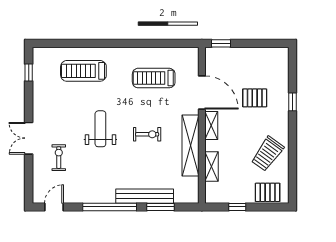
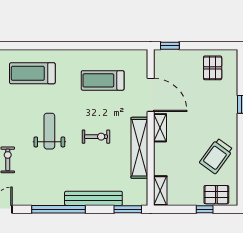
pallet: (255, 98) -> (213, 68), moved, turned 90
shelving: (211, 166) -> (160, 191), moved
window: (160, 207) -> (128, 209), moved
window: (237, 207) -> (205, 209), moved

